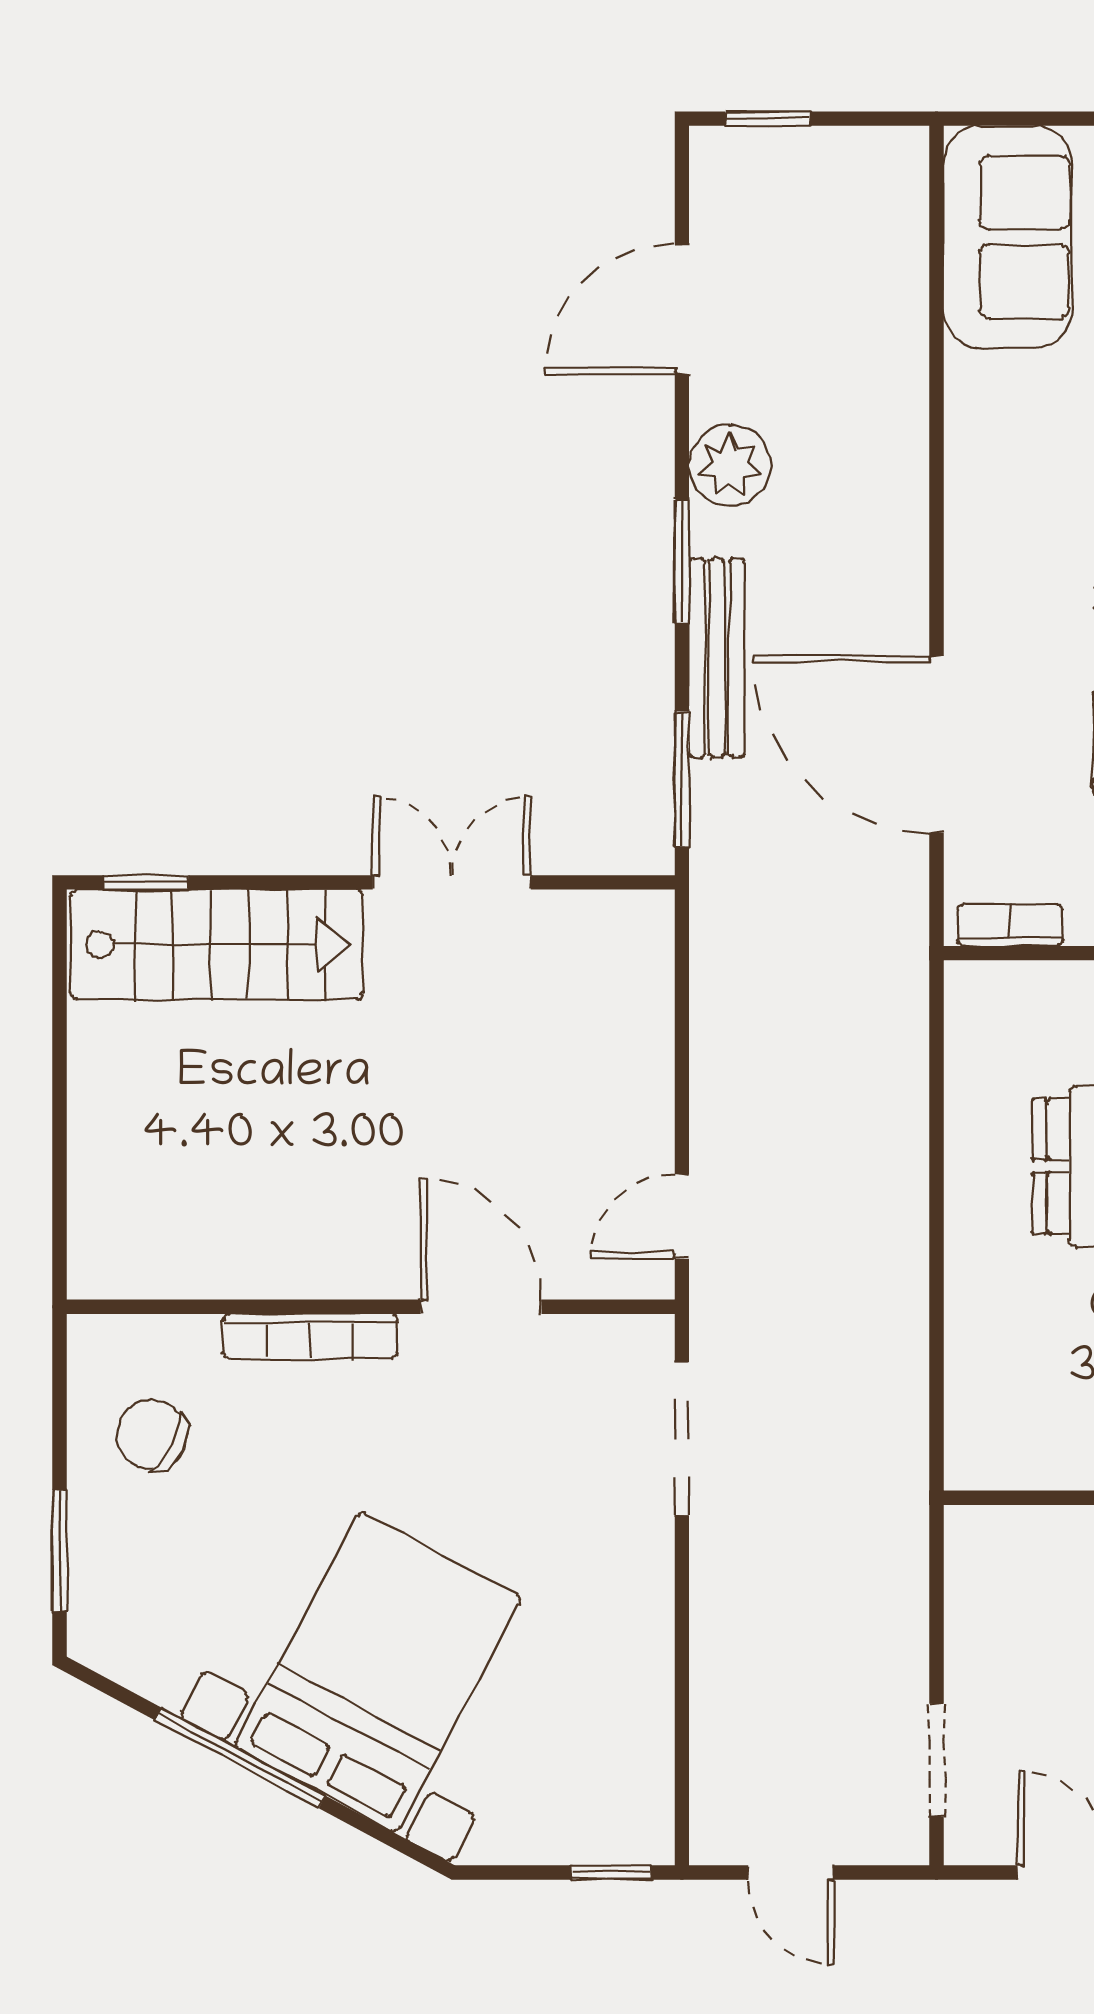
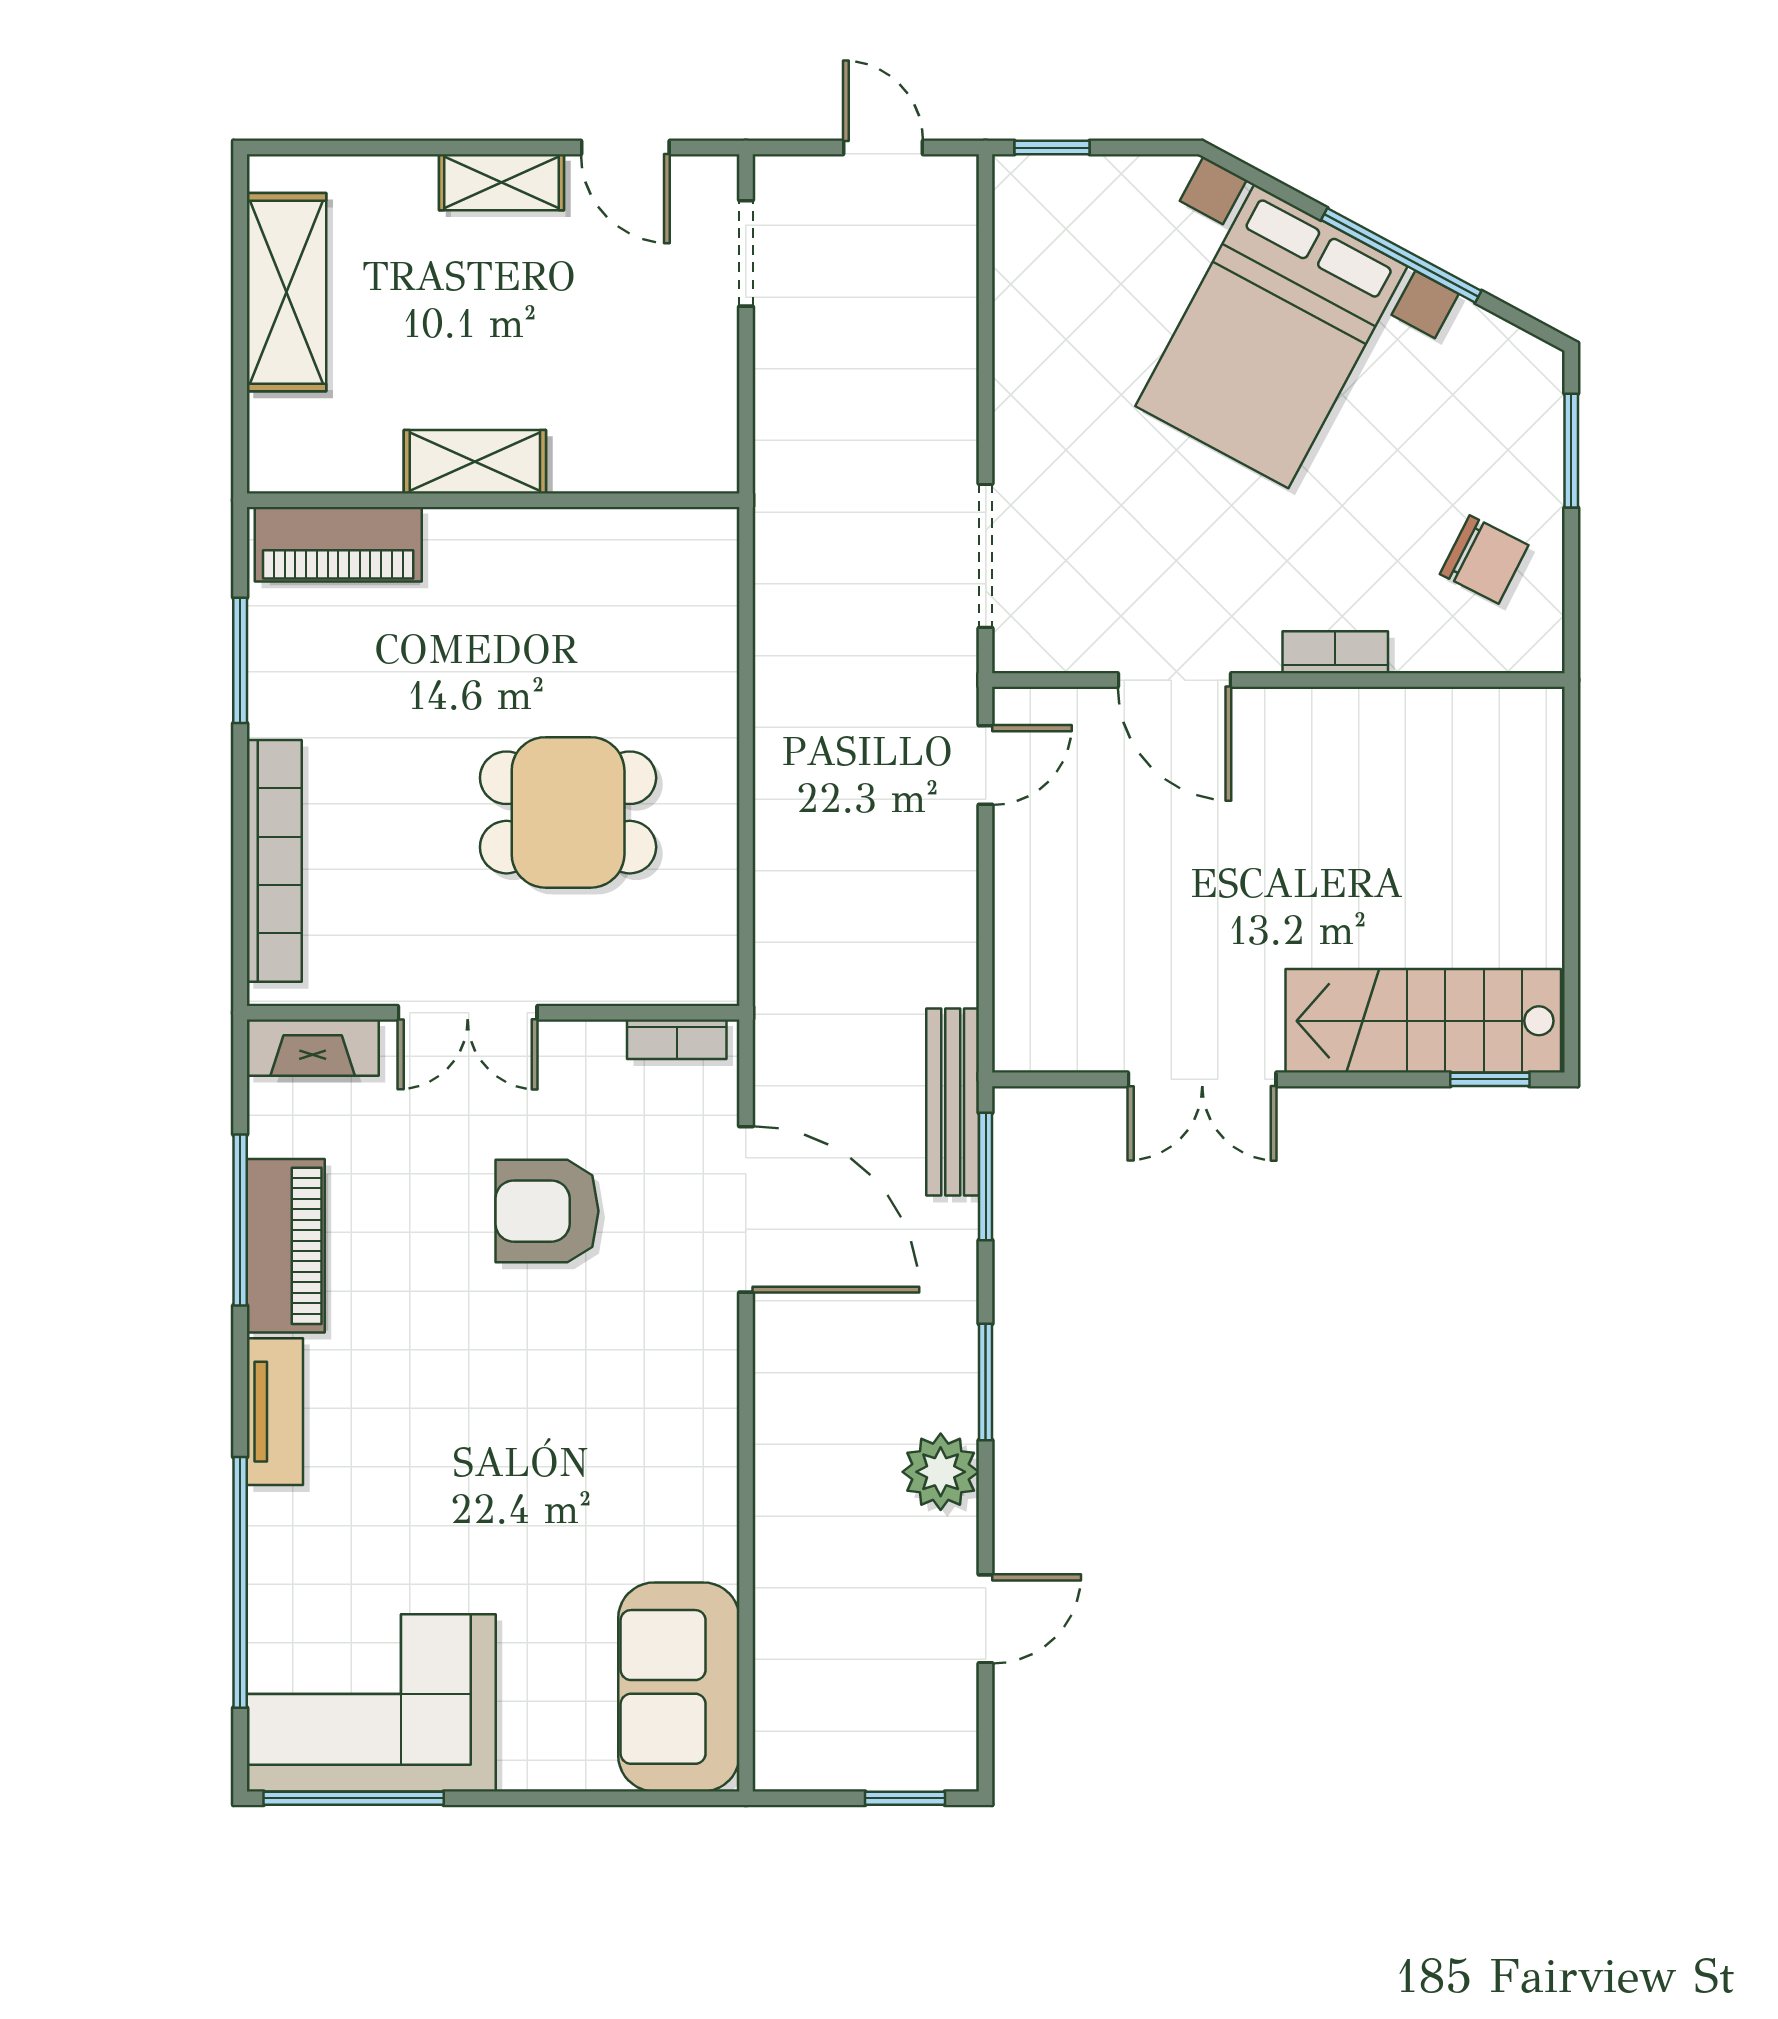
door: (682, 309) -> (986, 1619), width x0.73
bench: (717, 658) -> (953, 1102), moved
bookcase: (310, 1336) -> (1335, 652), width x0.64

